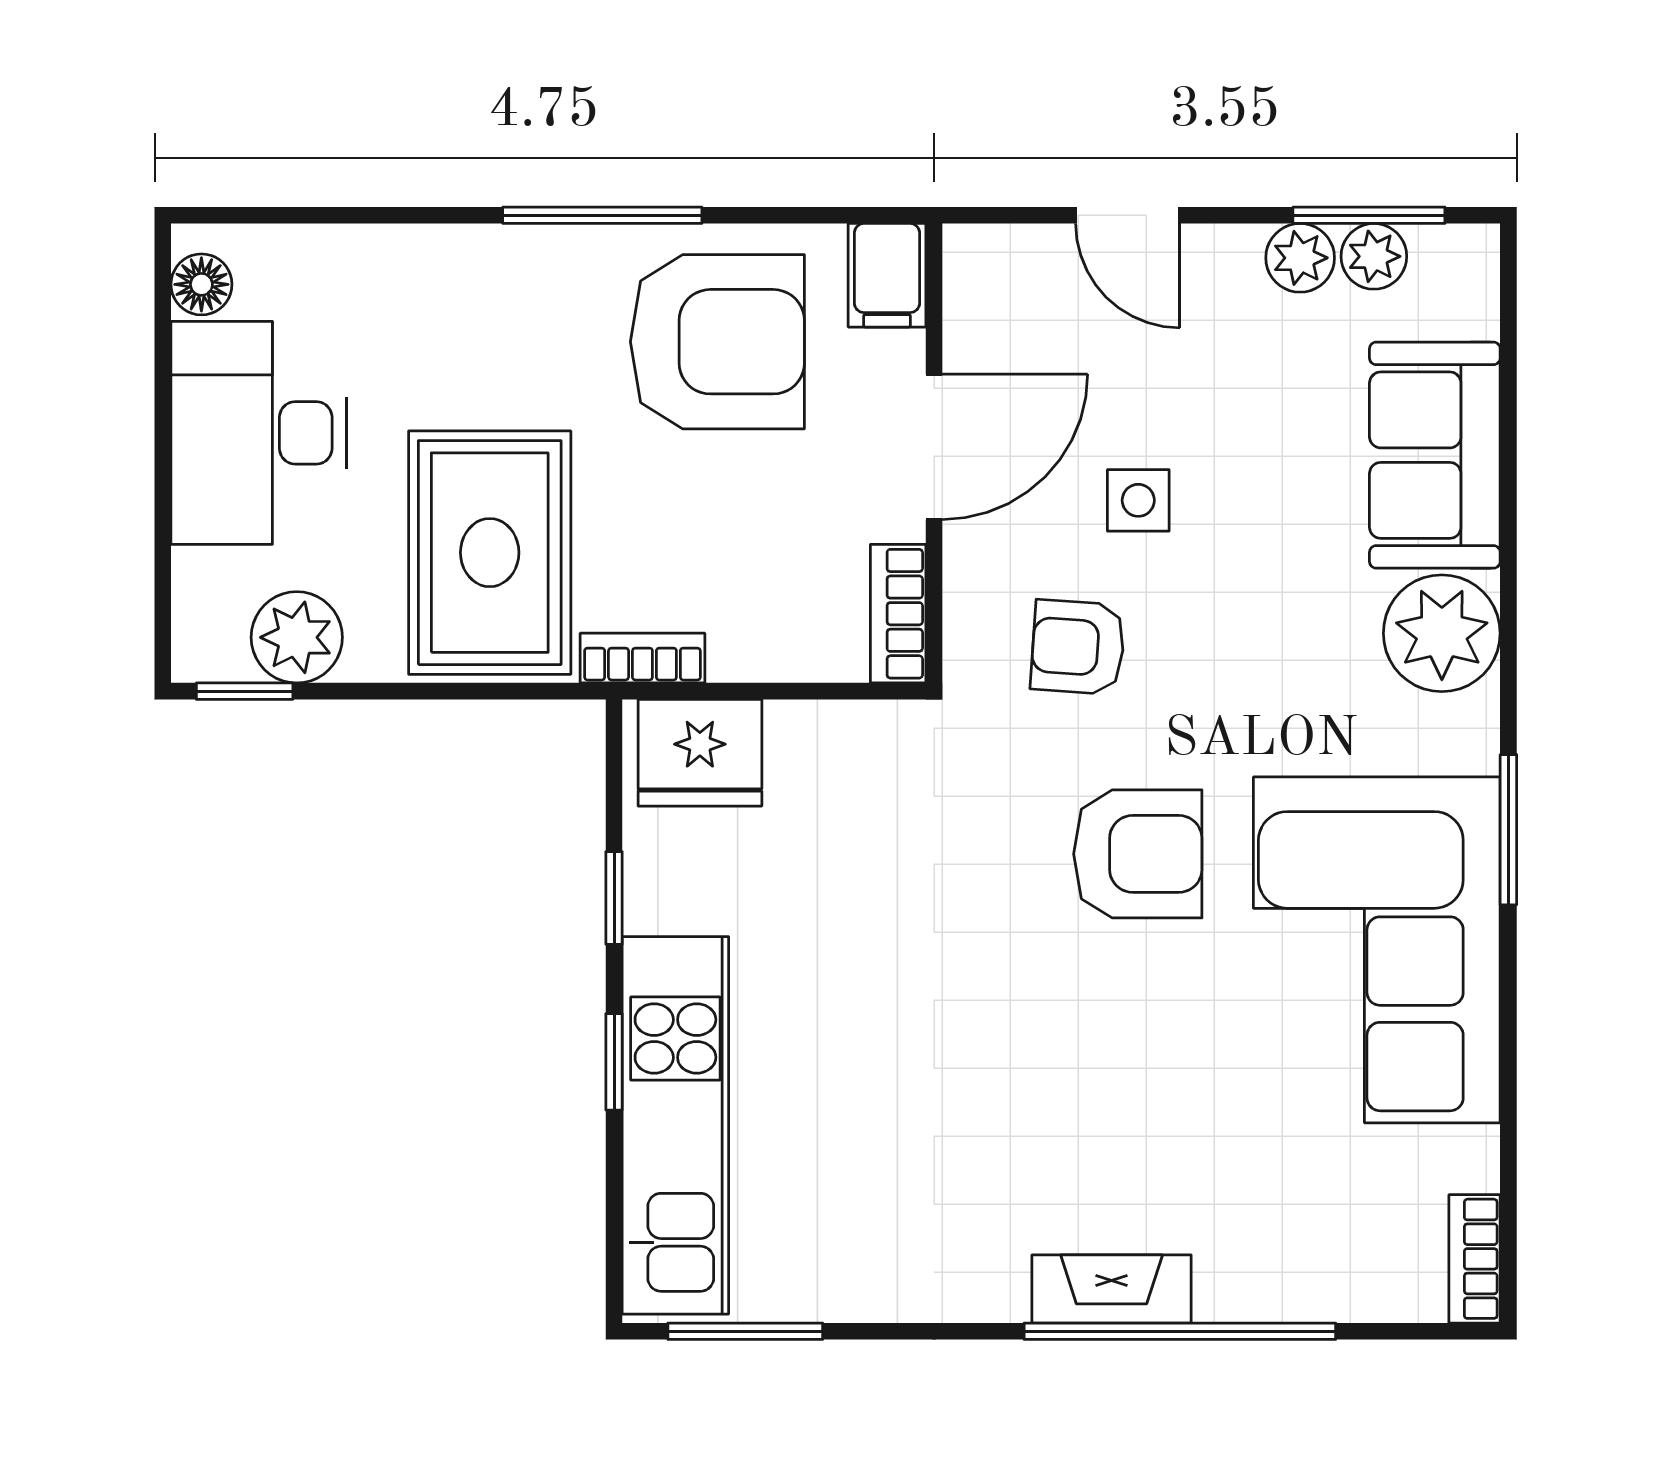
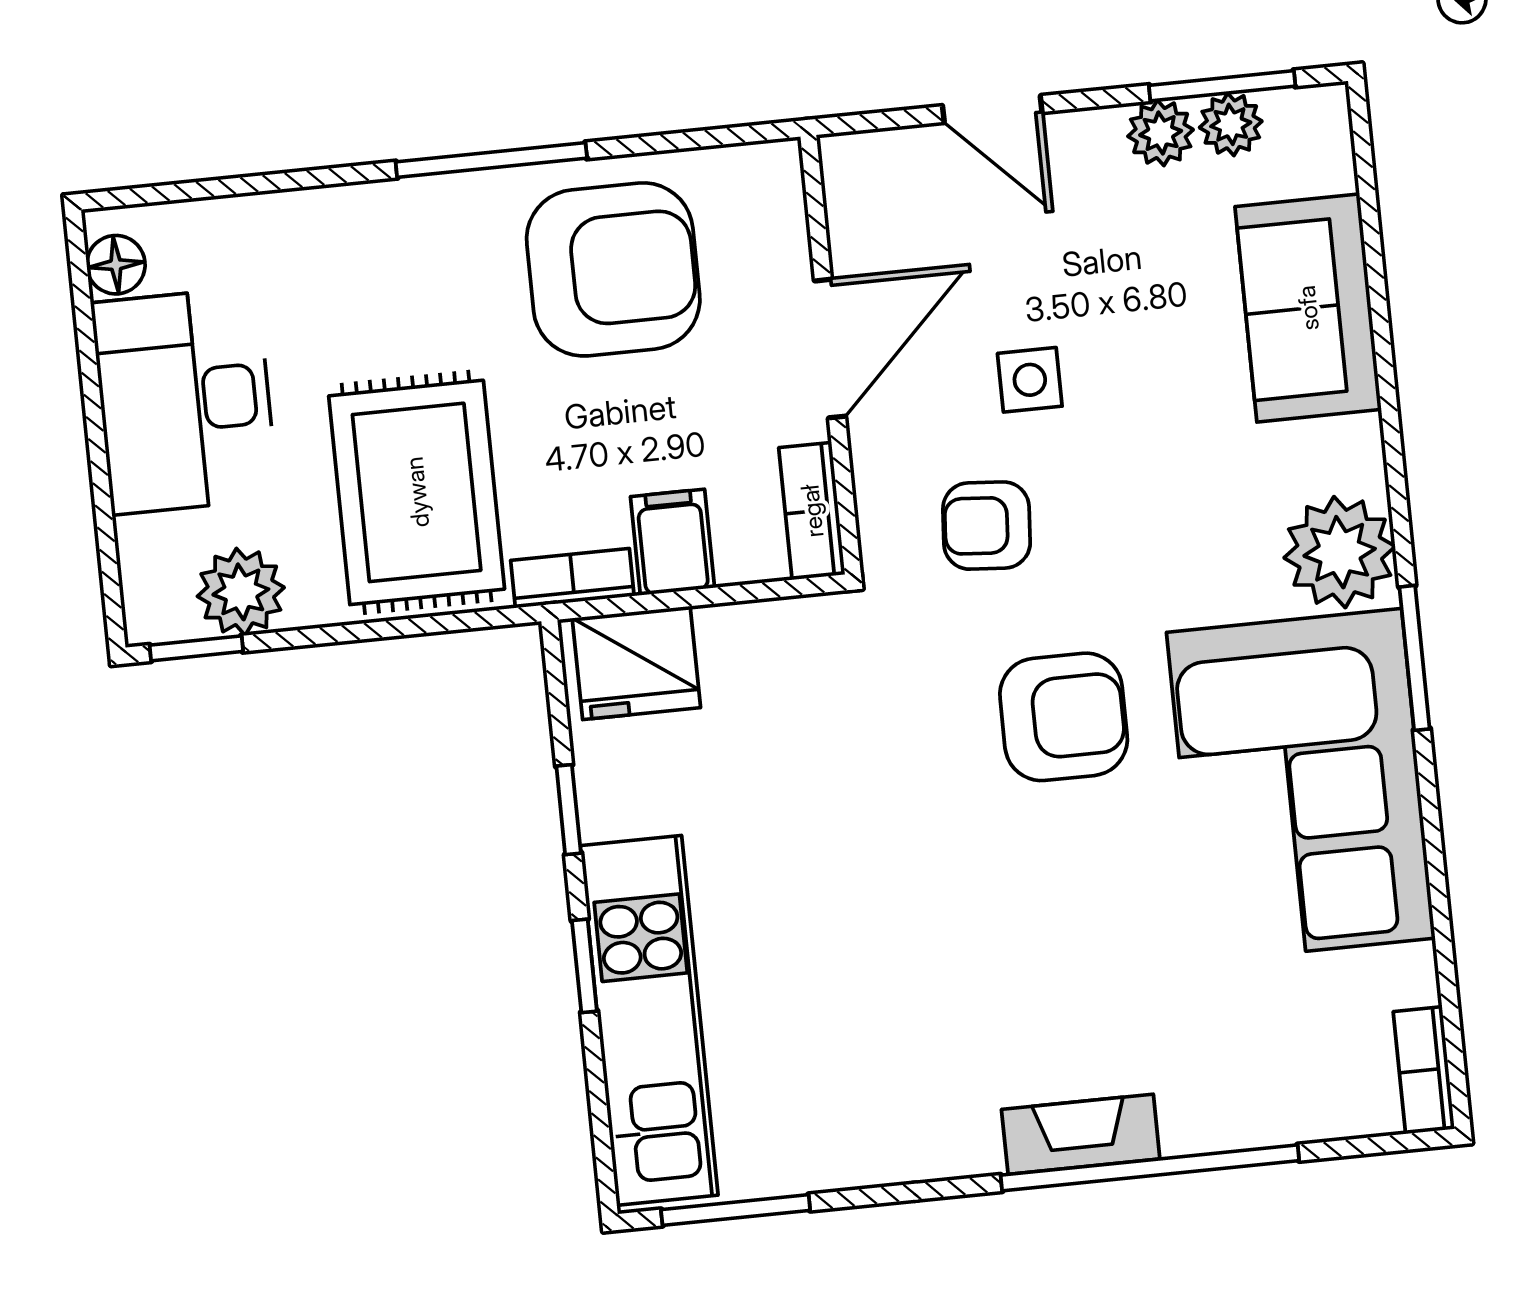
filing cabinet: (887, 275) -> (673, 542), moved, turned 180
plant: (1442, 633) -> (1340, 552), moved

